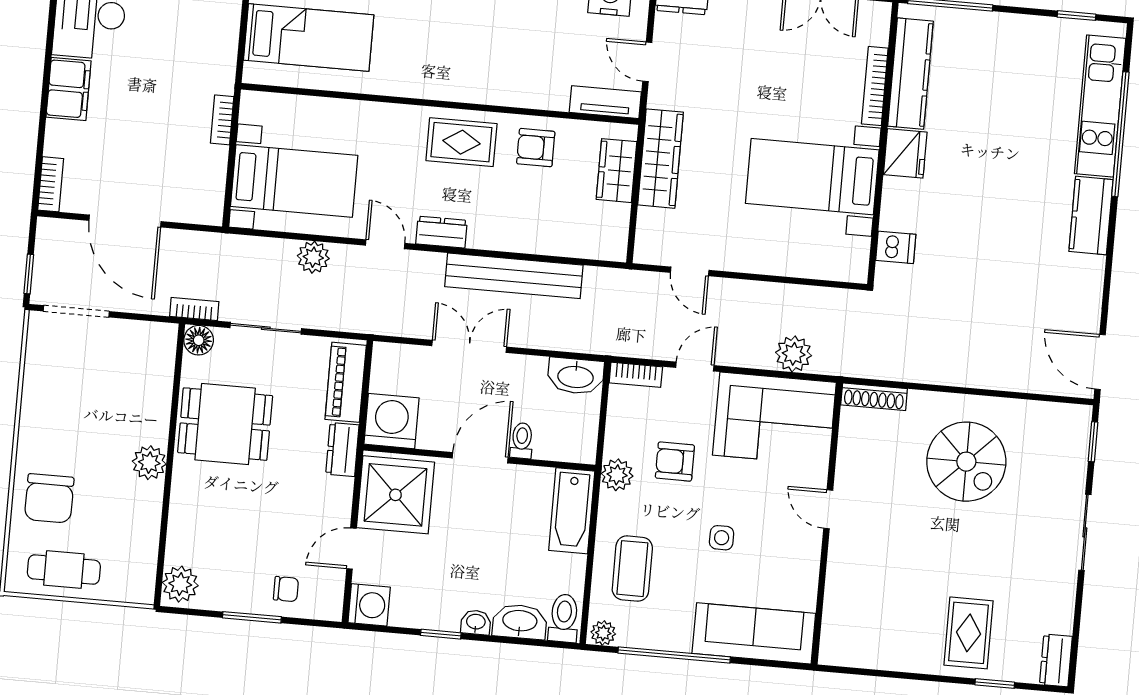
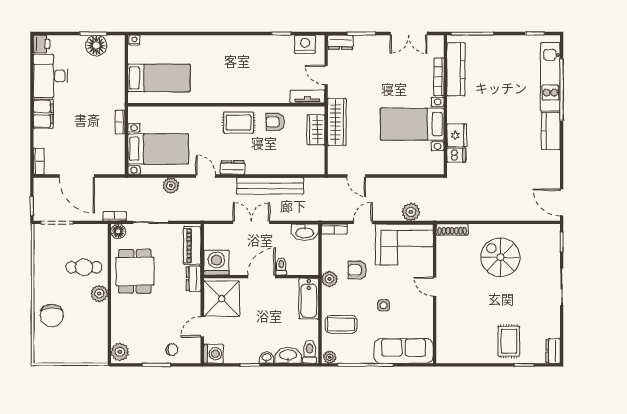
fridge: (905, 153) -> (457, 135), moved
dining table: (225, 424) -> (135, 271), turned 90
spiral stairs: (966, 462) -> (500, 257), turned 180
coffee table: (632, 569) -> (341, 324), turned 90
cafe table: (64, 570) -> (84, 267), moved

